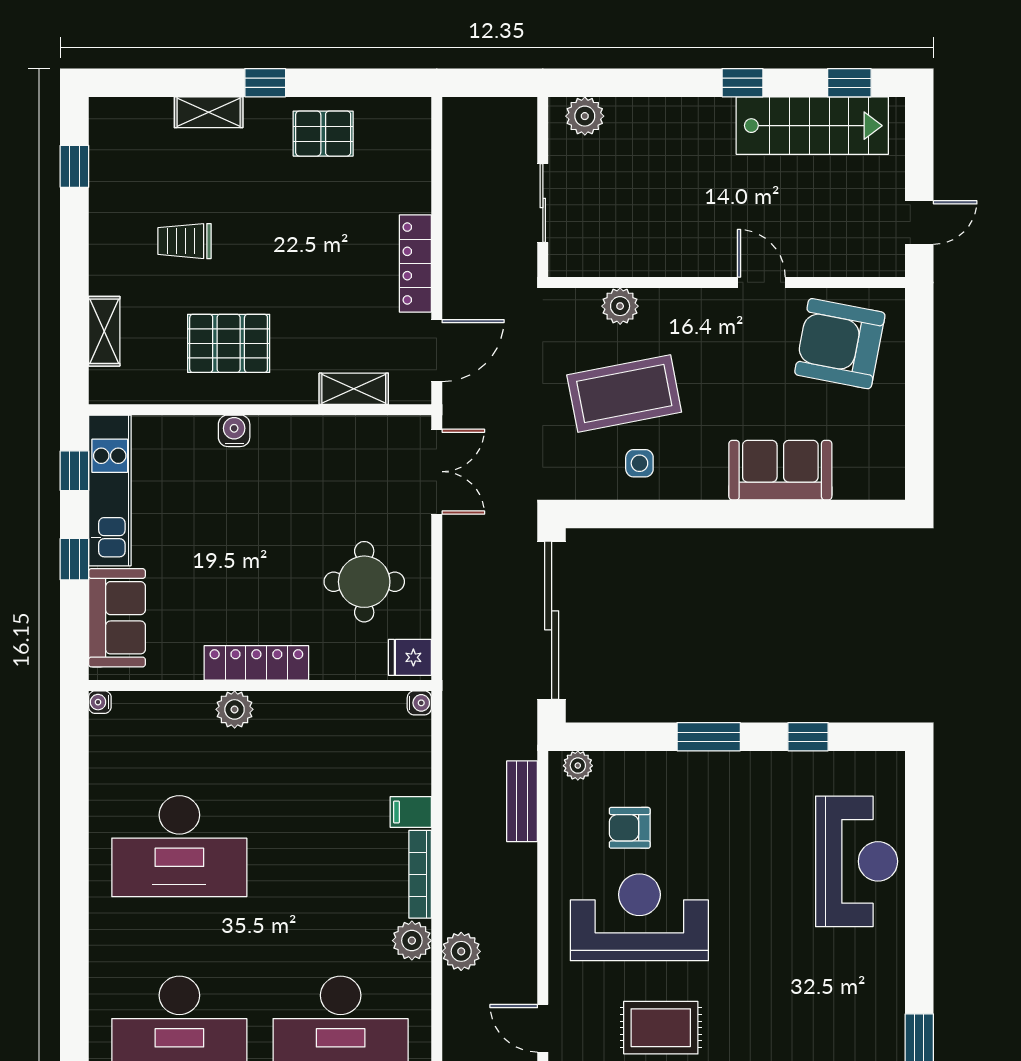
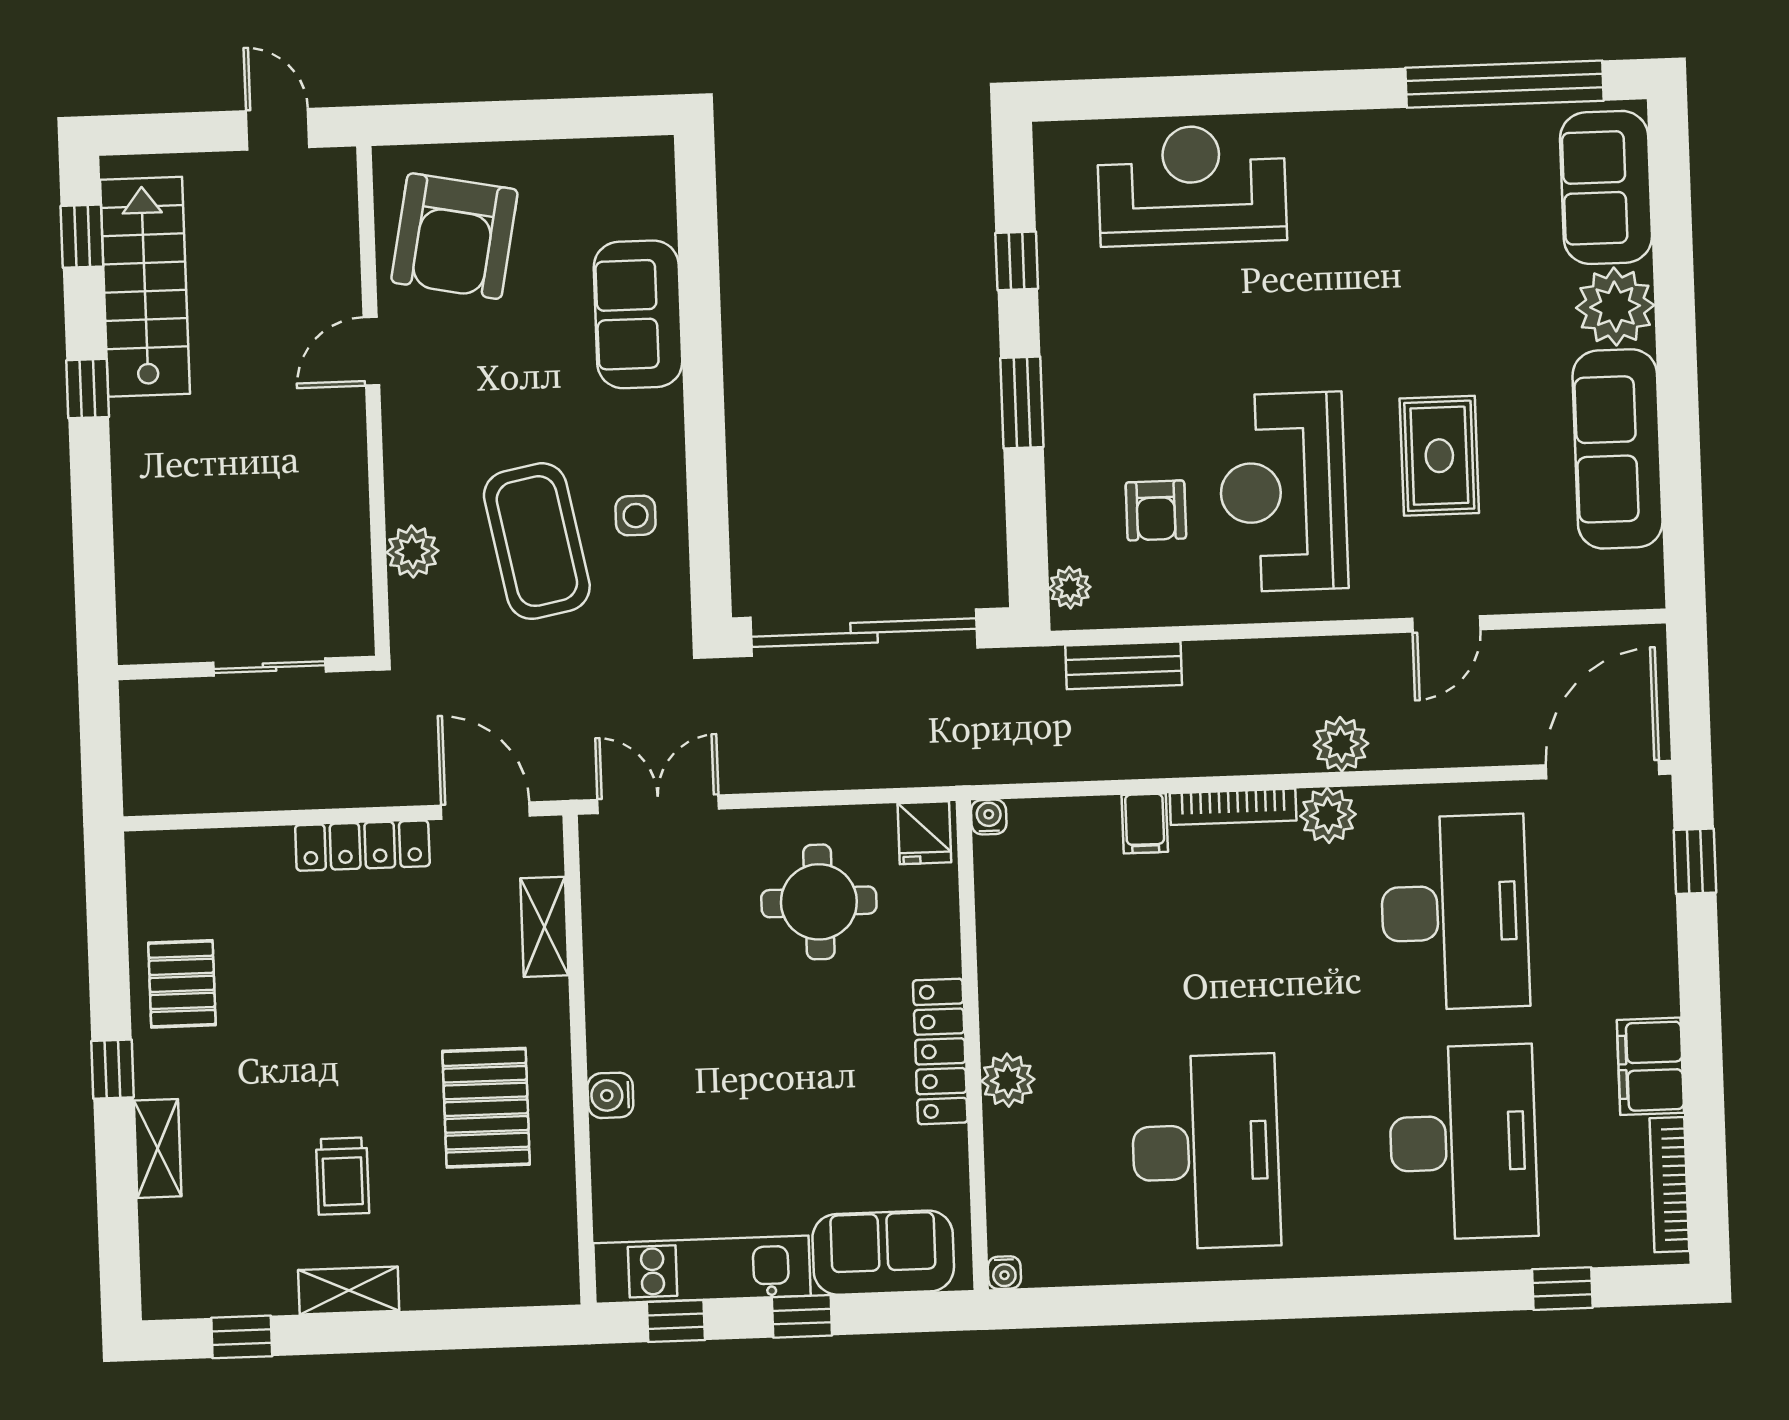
plant: (585, 116) -> (143, 612), removed
shelving: (104, 331) -> (349, 1290), moved

